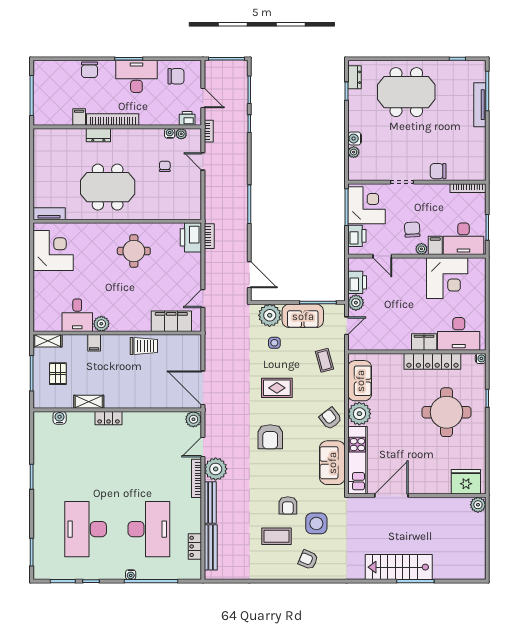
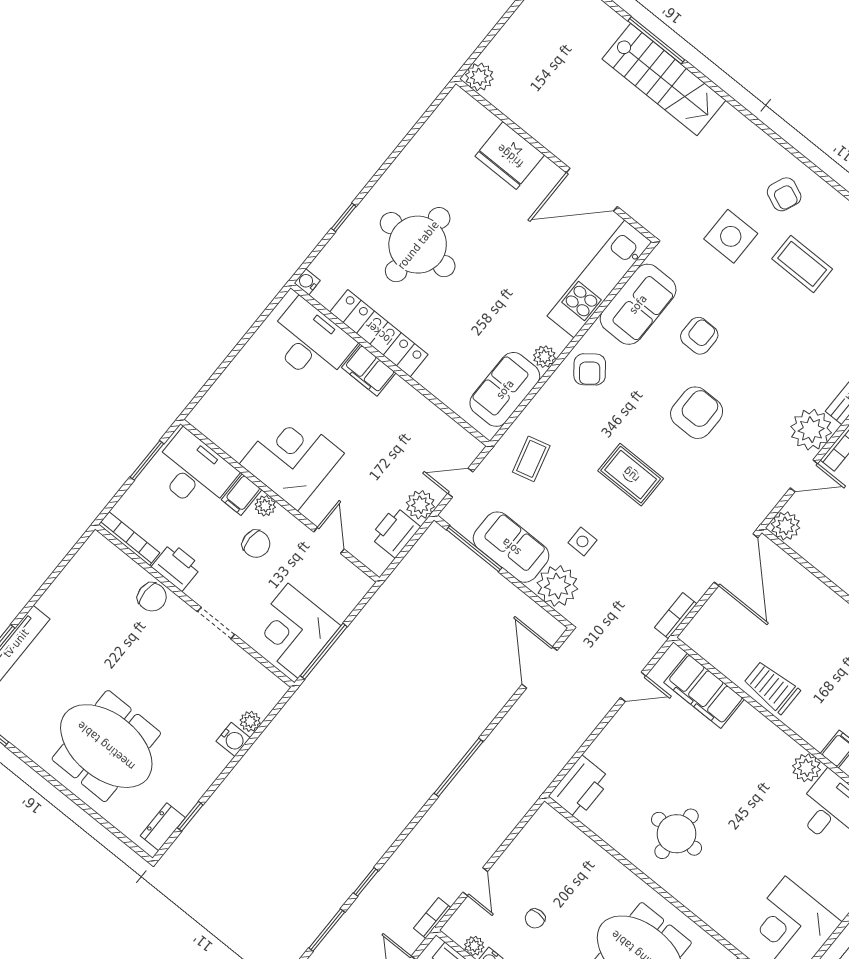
chair: (412, 230) -> (256, 544), turned -87
bookcase: (209, 236) -> (676, 616), moved
printer: (357, 236) -> (177, 567), moved, turned 90
corner desk: (447, 278) -> (292, 459), moved
plant: (359, 414) -> (544, 357), width x0.53, depth x0.53
fridge: (466, 482) -> (510, 156), moved
armchair: (288, 505) -> (699, 336), moved

